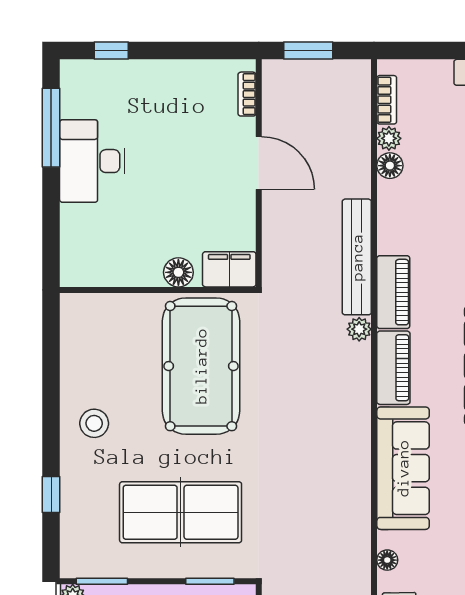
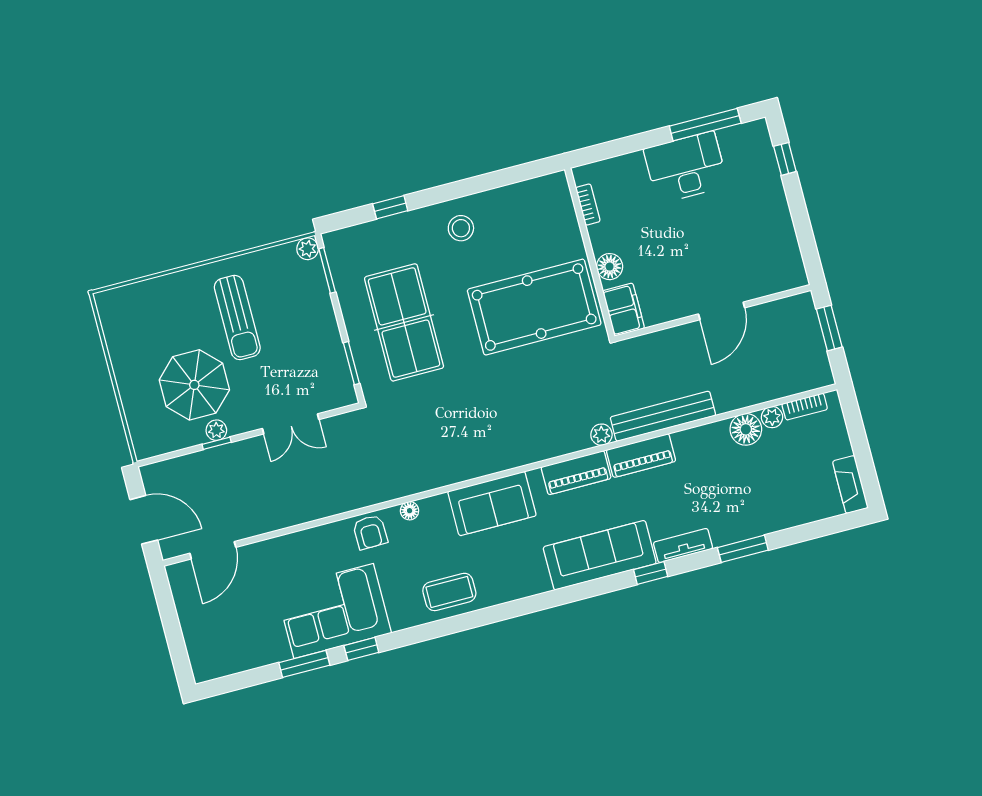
bookcase: (247, 94) -> (588, 205), moved, turned 90
floor lamp: (390, 166) -> (746, 429), width x1.38, depth x1.38
sofa: (403, 468) -> (492, 504), width x0.73

